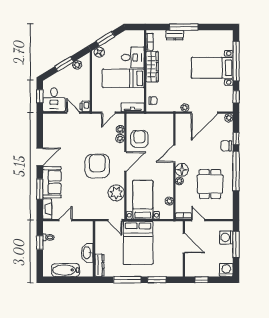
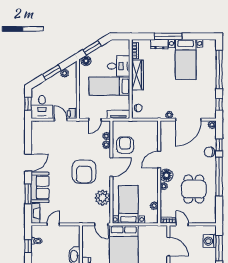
bed with nightstands: (212, 68) -> (186, 60), moved, turned -90
armchair: (97, 166) -> (84, 172), turned 180

